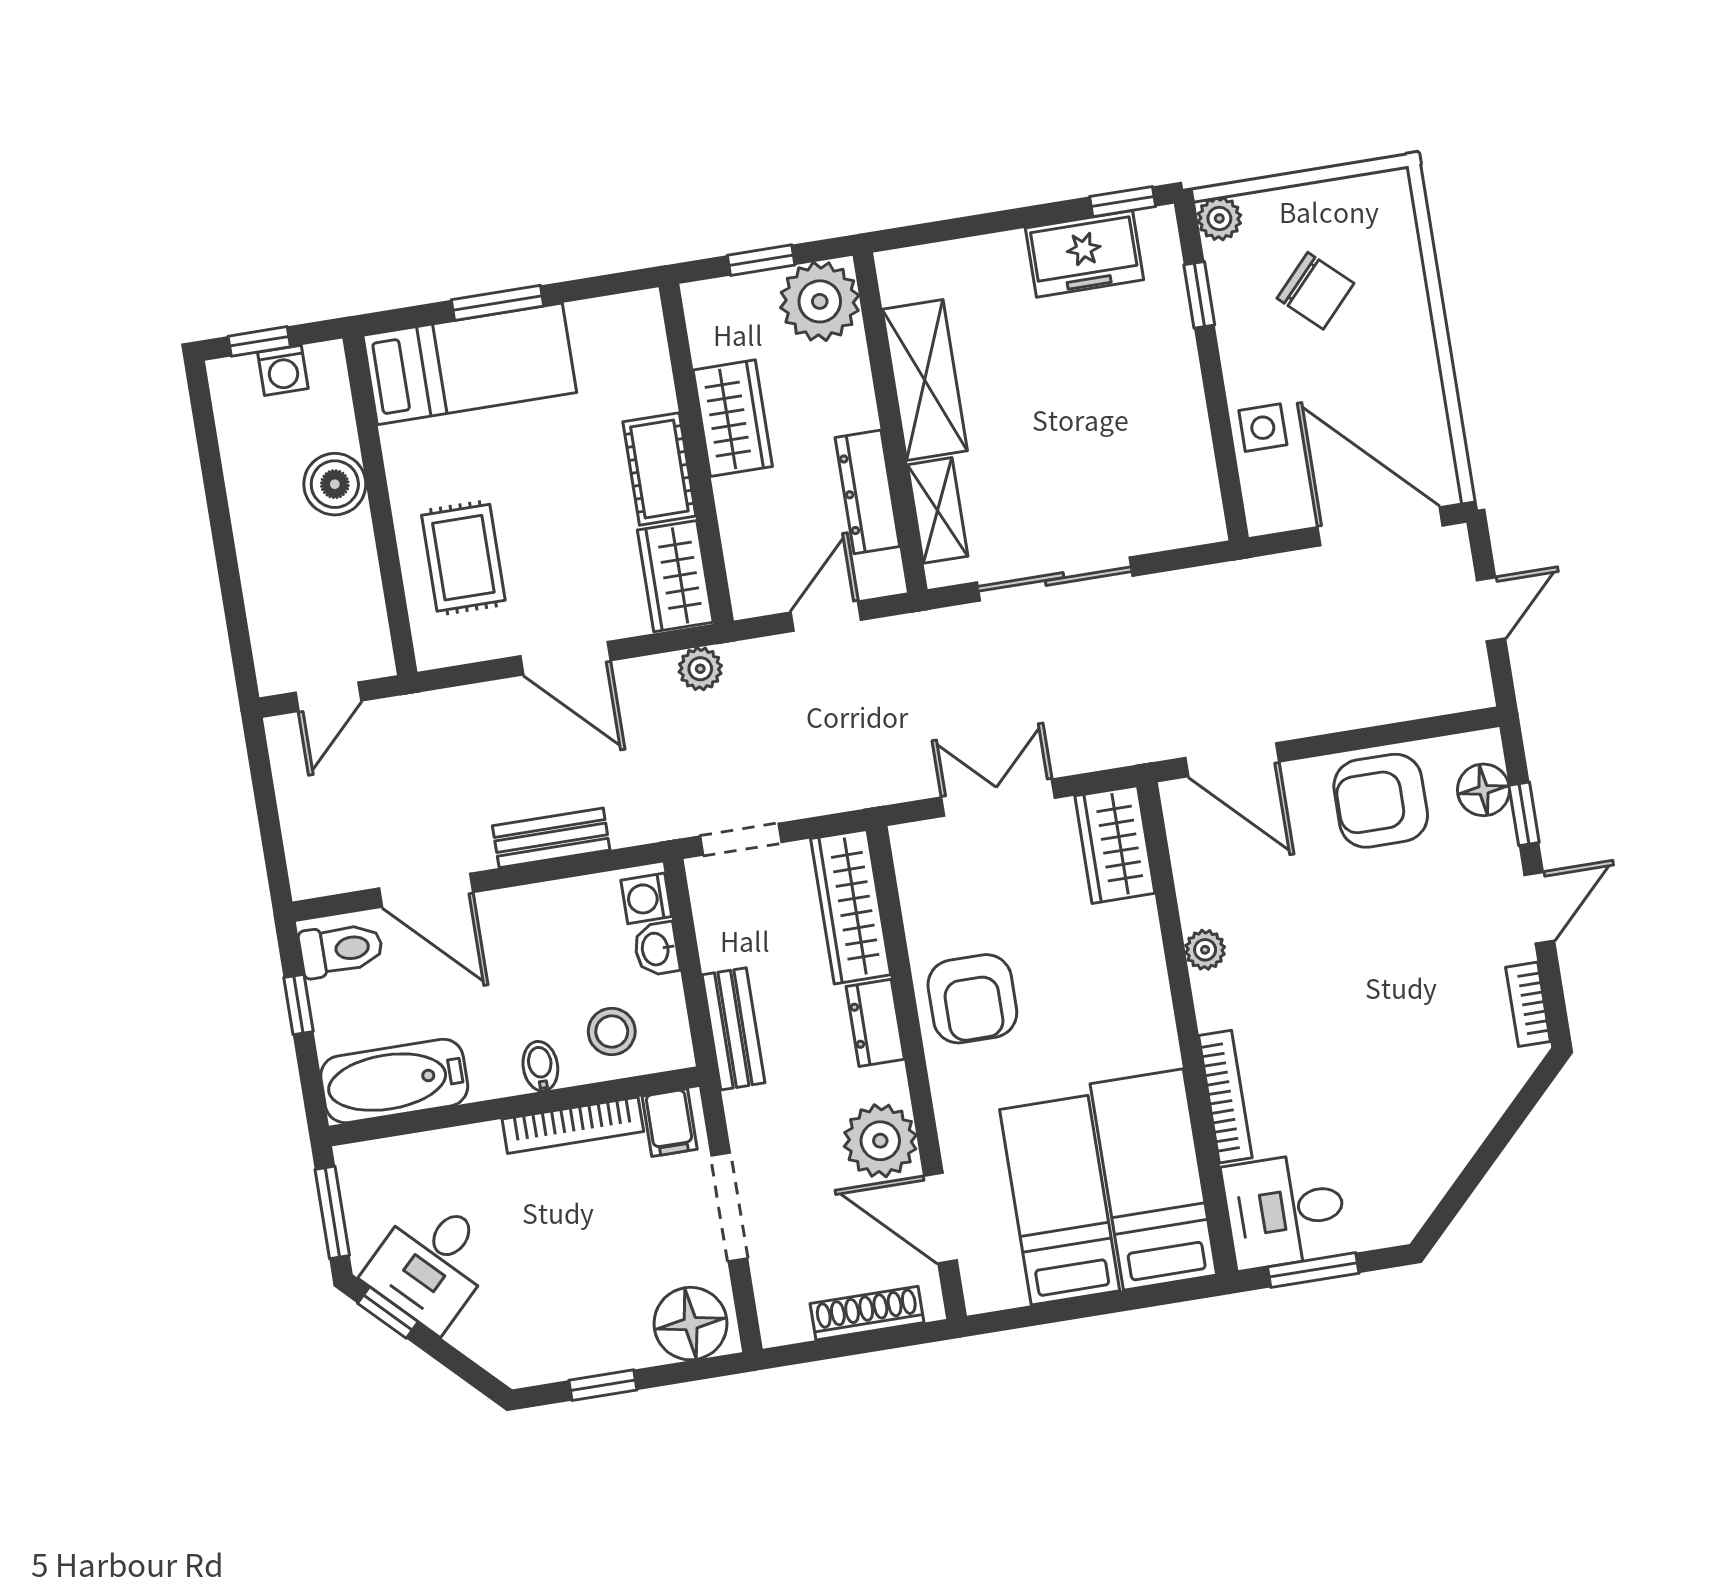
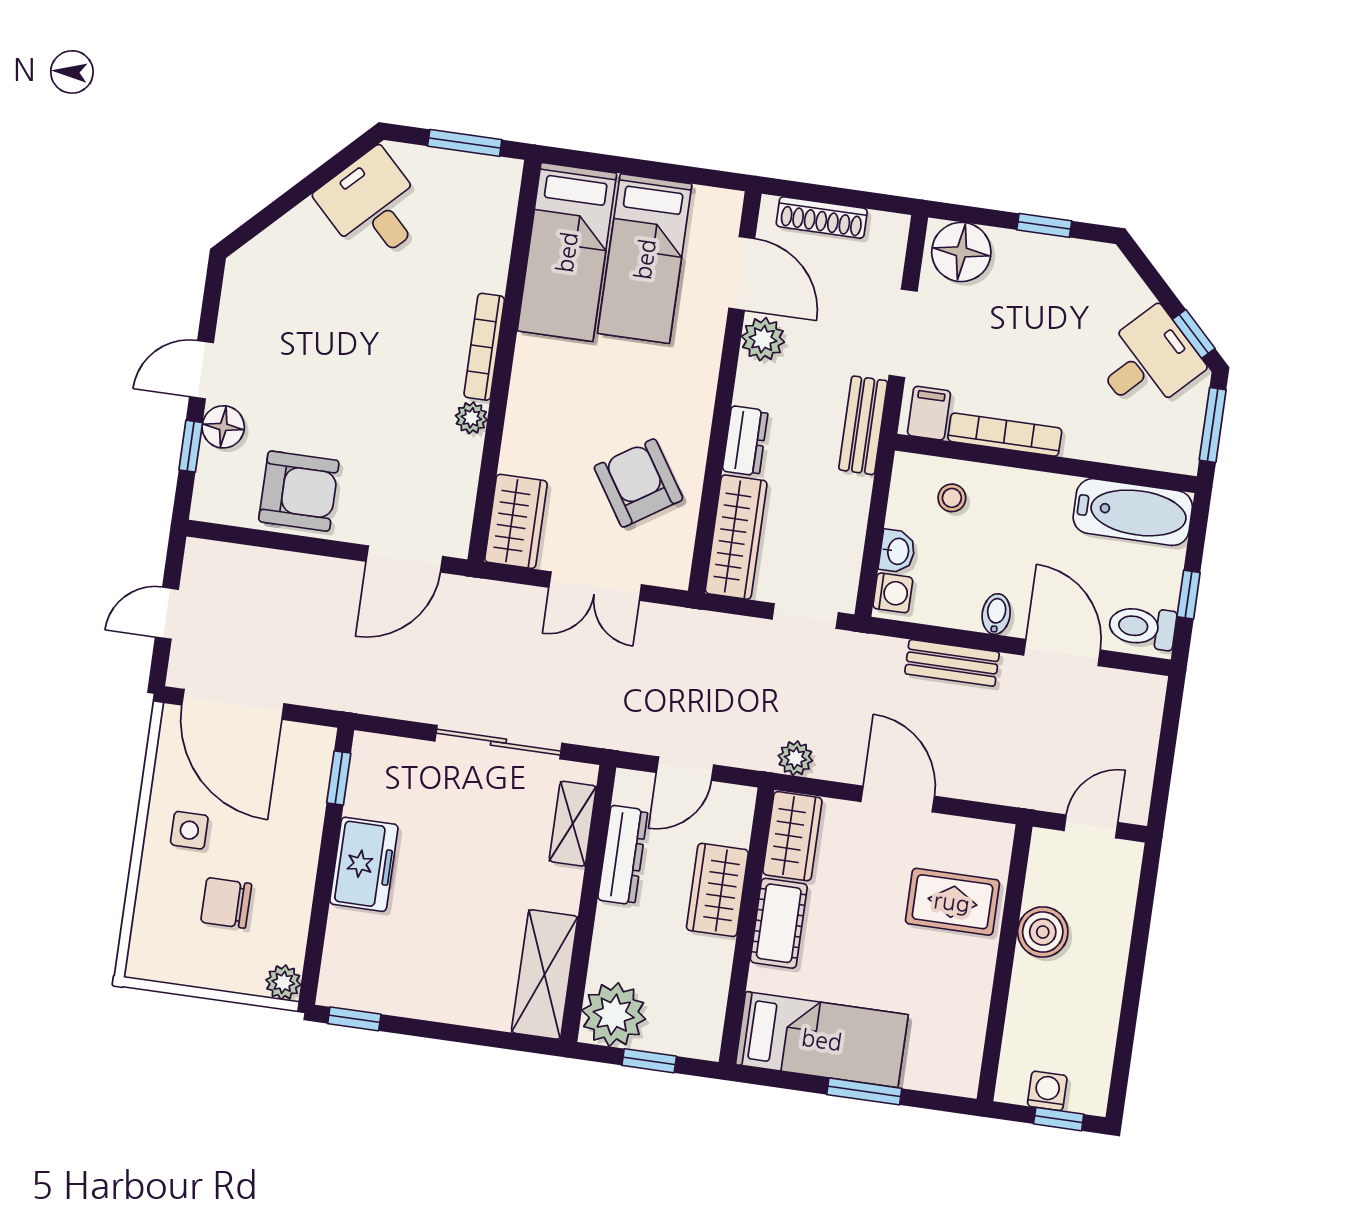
freezer: (1084, 254) -> (364, 864), moved, turned 90
chair: (1315, 291) -> (226, 903), turned -43
window: (1199, 295) -> (339, 778), moved
bed: (470, 364) -> (822, 1040), moved, turned 180
shelving: (925, 380) -> (545, 974), moved
wardrobe: (733, 418) -> (717, 890), moved
side table: (1263, 428) -> (189, 830), moved
boiler: (335, 484) -> (1043, 932), moved
rug: (463, 558) -> (952, 902), turned 90
door: (1232, 760) -> (404, 559), swing flipped
floor lamp: (1483, 790) -> (223, 427), moved
armchair: (972, 999) -> (638, 483), moved, turned -33
bookcase: (1528, 1004) -> (234, 297), removed
bench: (733, 1029) -> (863, 425), moved
stool: (612, 1032) -> (952, 498), width x0.73, depth x0.73
bidet: (540, 1066) -> (996, 614), moved, turned 180
bookcase: (1225, 1097) -> (484, 347), moved
plant: (880, 1141) -> (763, 339), width x0.73, depth x0.73
desk: (1285, 1210) -> (373, 206), moved, turned -135

